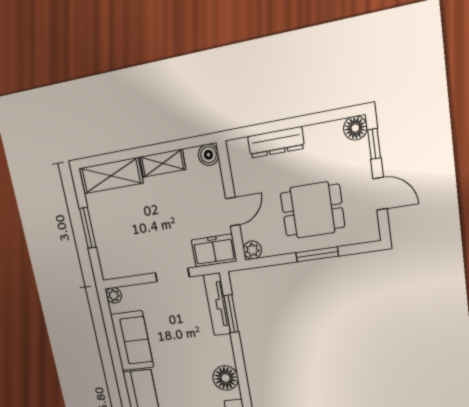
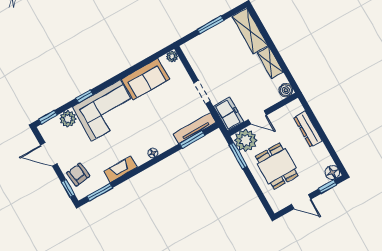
door: (380, 194) -> (301, 202), hinge flipped
plant: (252, 250) -> (246, 140), width x1.87, depth x1.87
window: (317, 254) -> (238, 156), moved
floor lamp: (226, 378) -> (153, 153), width x0.53, depth x0.53

